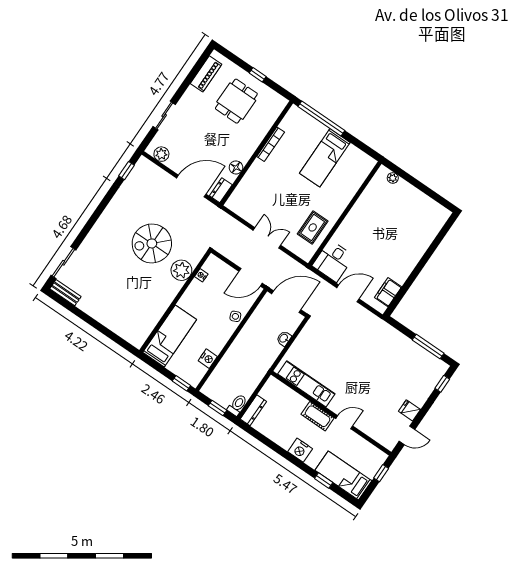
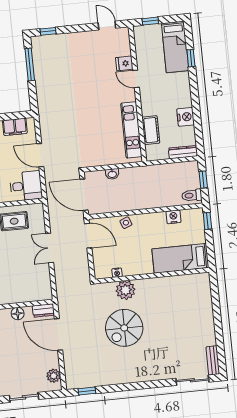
spiral stairs: (152, 243) -> (124, 328), turned 90
toilet: (237, 405) -> (192, 195), moved
fridge: (409, 410) -> (124, 63), moved, turned 90
cot: (318, 416) -> (151, 130), moved
nightstand: (300, 450) -> (186, 117), moved

